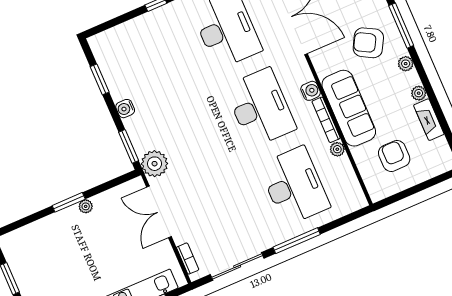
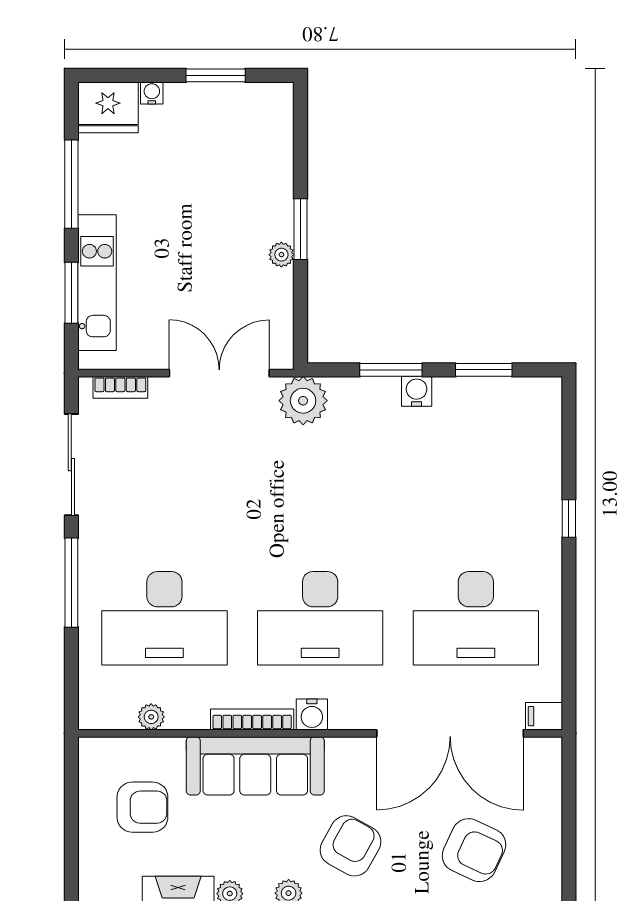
window: (129, 146) -> (391, 370), moved
plant: (337, 149) -> (151, 717), moved

